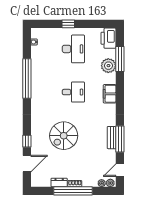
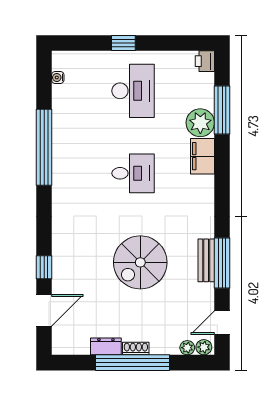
printer: (108, 38) -> (205, 61), width x0.53, depth x0.68
filing cabinet: (110, 94) -> (202, 156), moved
spiral stairs: (64, 136) -> (140, 262), moved

